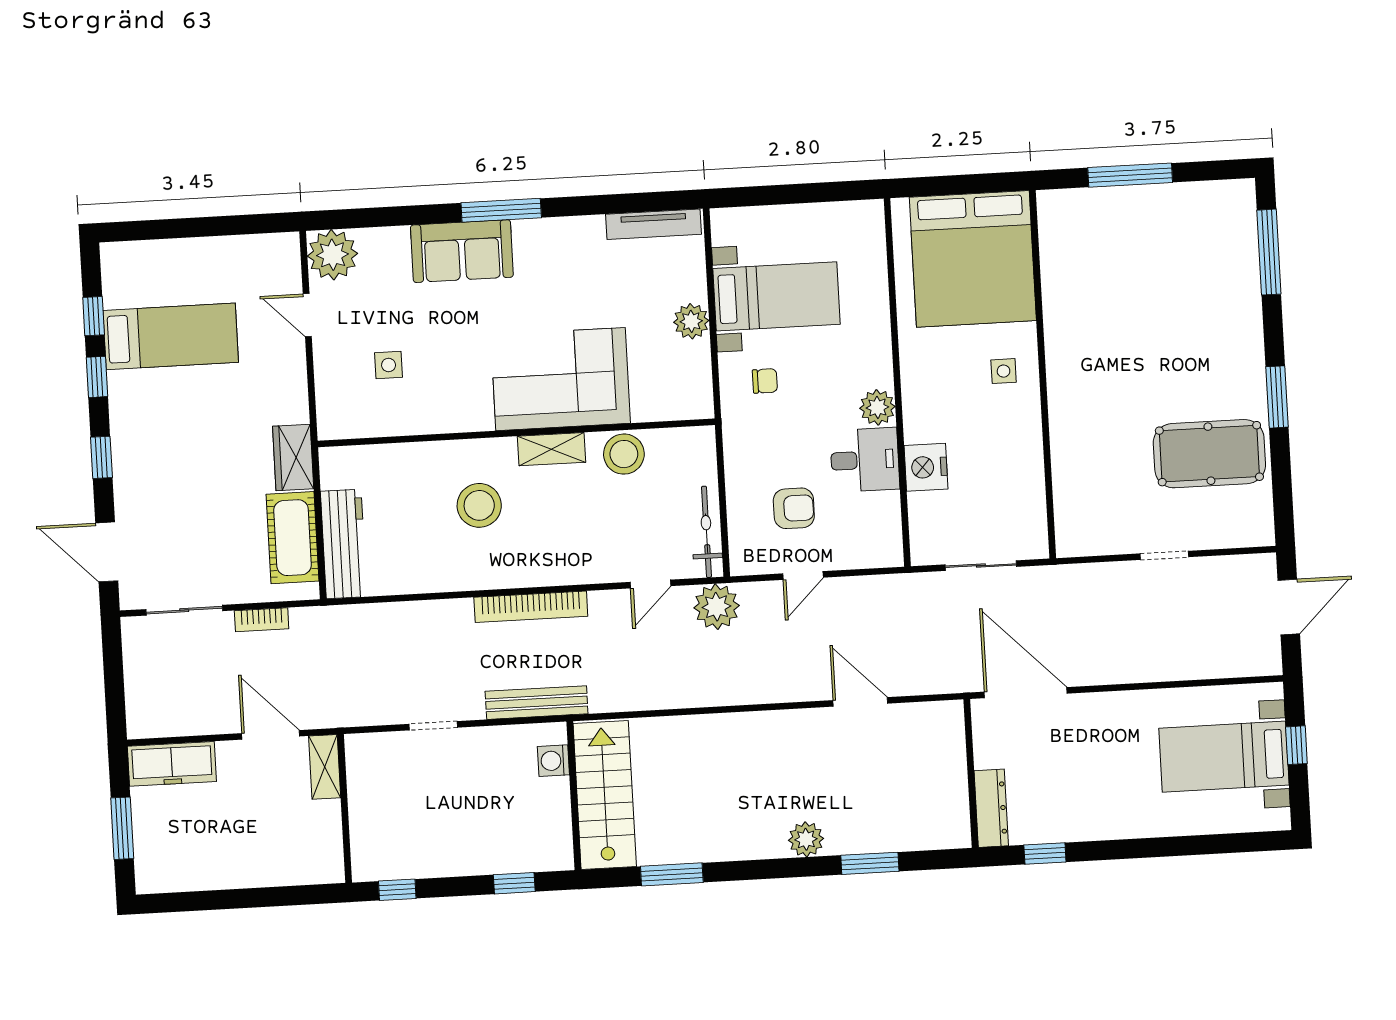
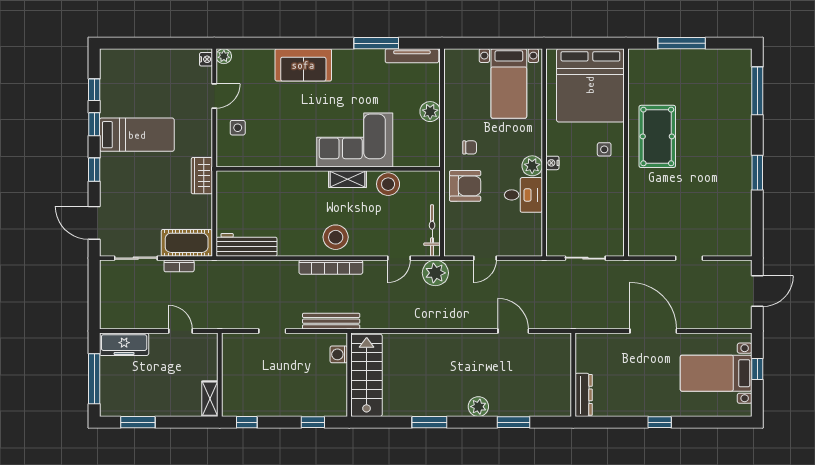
window: (501, 210) -> (376, 43), moved
nightstand: (289, 251) -> (206, 59), added
plant: (333, 255) -> (224, 56), width x0.53, depth x0.53
bed with nightstands: (776, 296) -> (509, 84), moved, turned 90
door: (307, 315) -> (214, 96), swing flipped
bed: (171, 336) -> (137, 135), moved
side table: (389, 365) -> (238, 128), moved
pool table: (1209, 454) -> (657, 136), moved, turned 90
nightstand: (926, 467) -> (552, 163), moved, width x0.53, depth x0.56
stool: (479, 505) -> (336, 237), moved
armchair: (794, 508) -> (465, 186), moved, width x1.38, depth x1.38
cot: (293, 538) -> (187, 243), moved, turned 90
workbench: (344, 544) -> (247, 245), moved, turned -90
door: (1026, 693) -> (653, 331), moved
door: (271, 735) -> (181, 331), width x0.73
shelving: (325, 767) -> (210, 399), moved
window: (122, 828) -> (94, 379), width x1.44
window: (1045, 854) -> (660, 422), moved
window: (672, 874) -> (429, 422), moved
window: (204, 901) -> (138, 422), added

